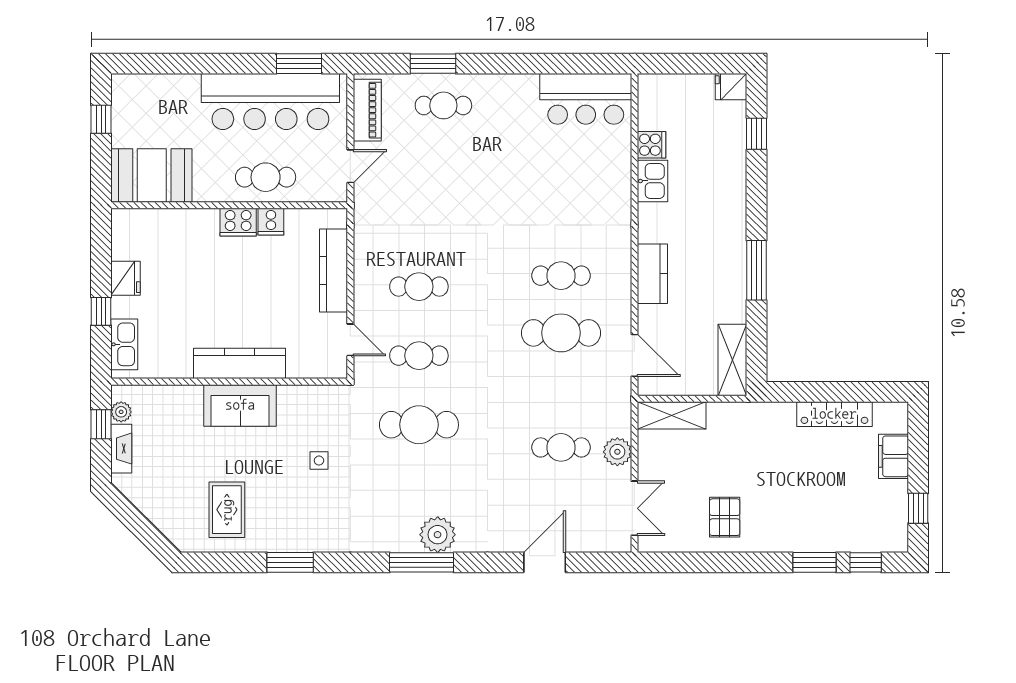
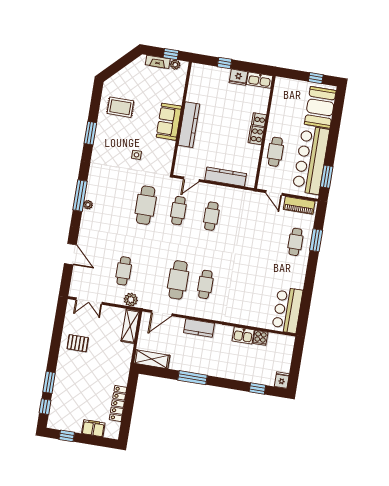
booth: (152, 175) -> (320, 107), moved
cooker: (271, 222) -> (259, 120), moved
kitchen sink: (124, 344) -> (260, 80), moved
plant: (617, 452) -> (131, 300), moved
plant: (438, 535) -> (88, 205), width x0.53, depth x0.53

